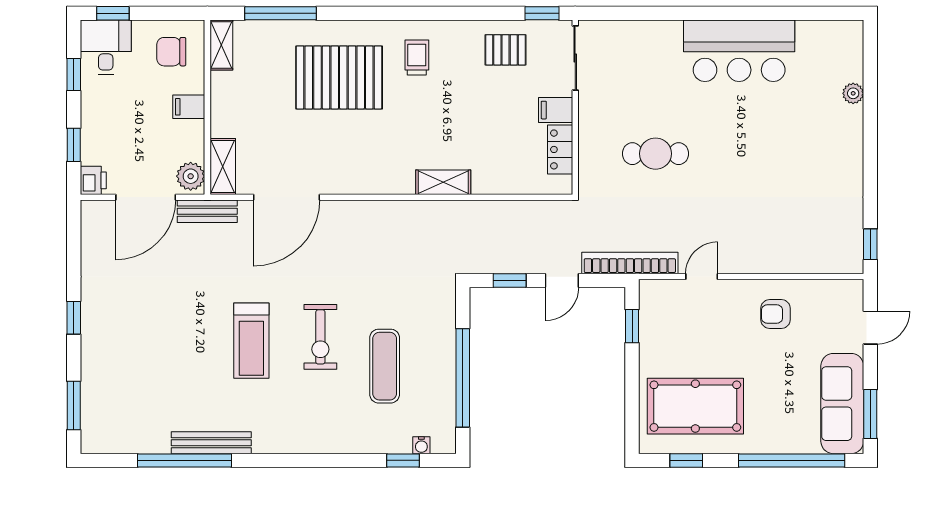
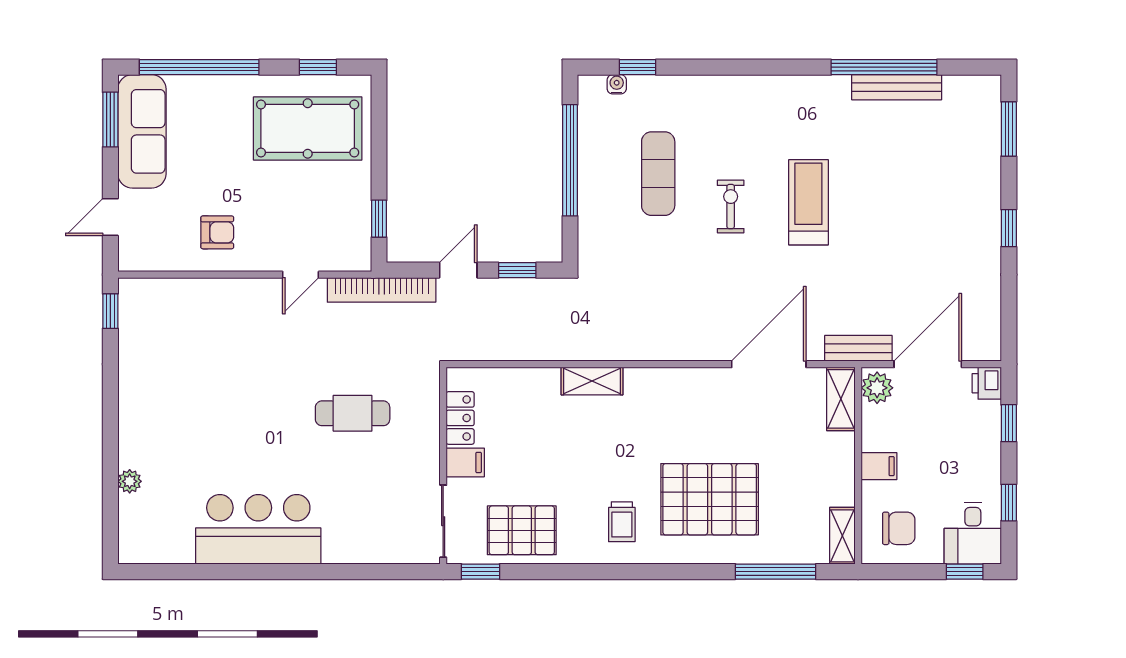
pallet: (506, 50) -> (522, 530), width x1.50, depth x1.42
exercise bike: (320, 337) -> (731, 207), width x0.73, depth x0.72
bench: (211, 443) -> (897, 87), moved

